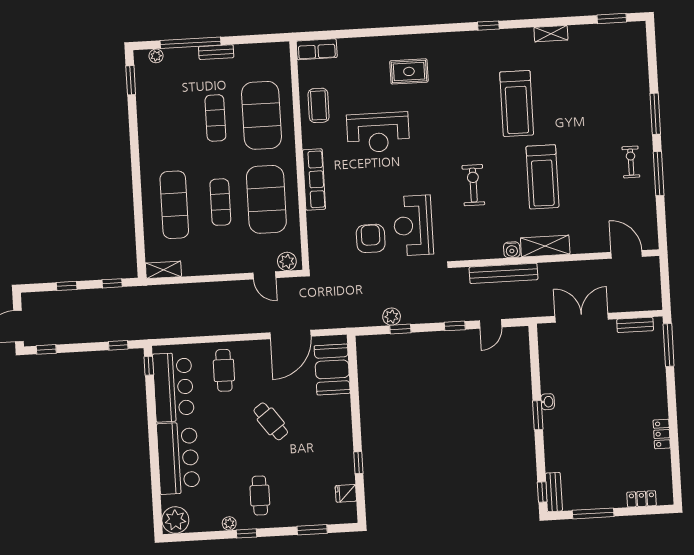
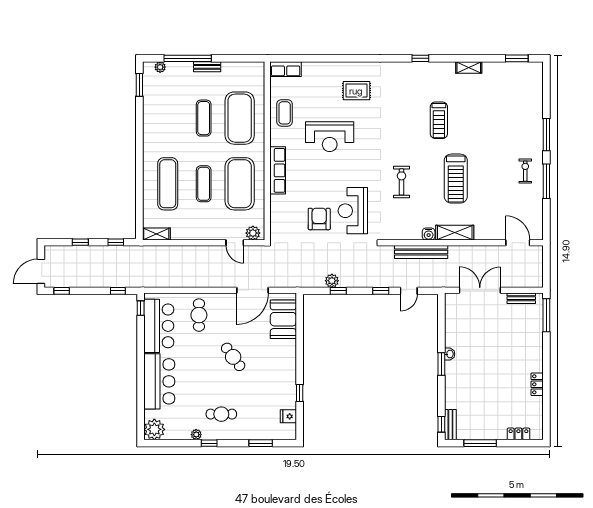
treadmill: (517, 103) -> (439, 120), width x0.73, depth x0.73
cafe table: (260, 495) -> (221, 414), turned 90

